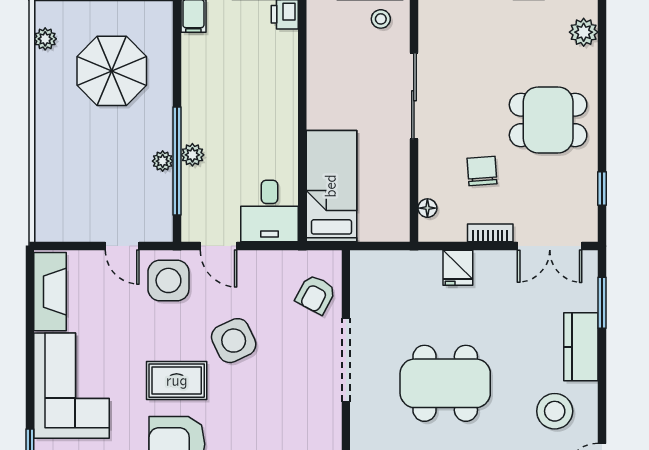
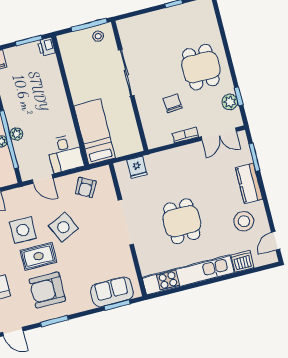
plant: (584, 32) -> (230, 102), moved
dining table: (548, 120) -> (201, 67), turned 90
floor lamp: (427, 208) -> (149, 130), removed
fridge: (458, 268) -> (137, 167), moved
side table: (168, 280) -> (23, 230), moved
armchair: (316, 294) -> (86, 187), moved
dining table: (445, 383) -> (182, 221), width x0.73

